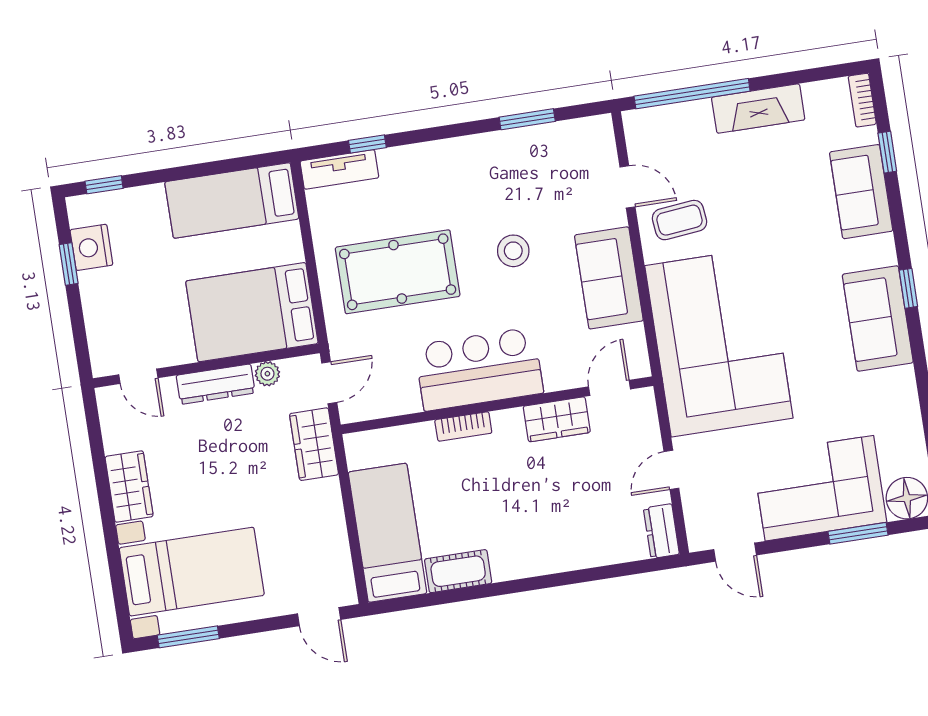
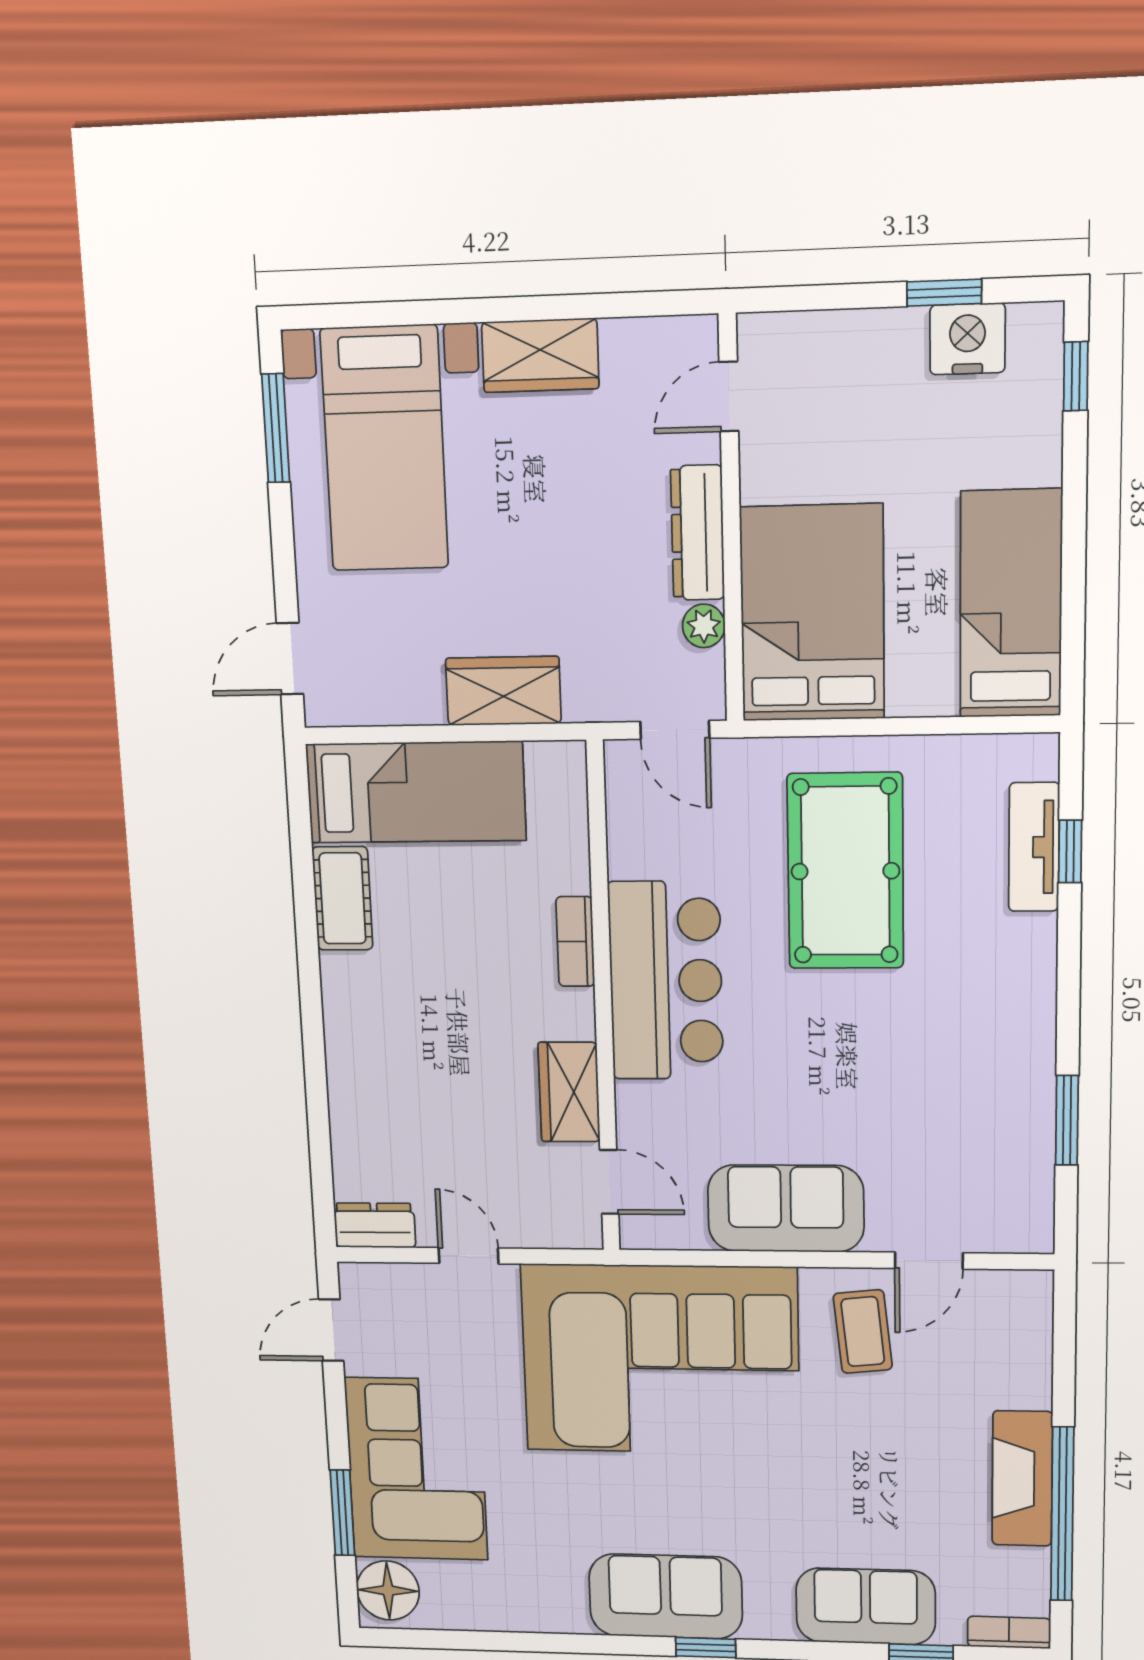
window: (692, 94) -> (1062, 1514), moved
tv unit: (339, 169) -> (1034, 847), moved
stool: (513, 251) -> (852, 1065), removed
wardrobe: (314, 444) -> (503, 691), moved

